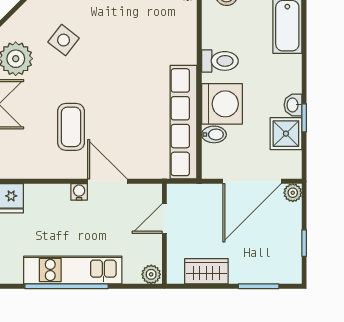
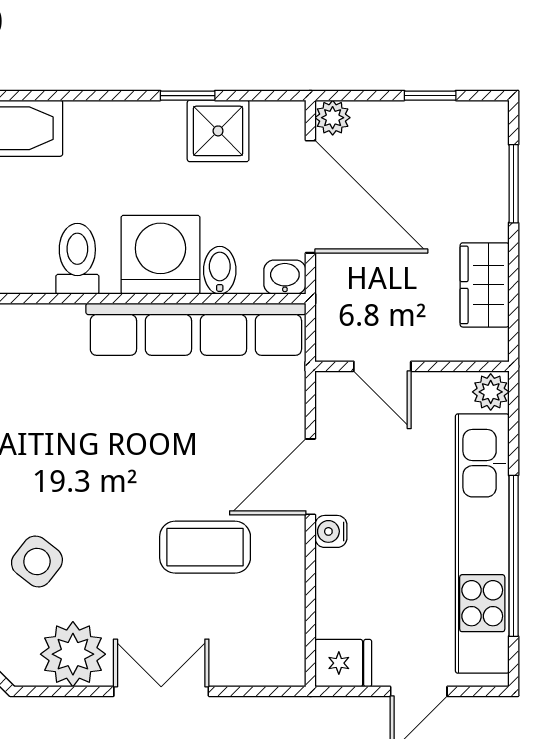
washbasin: (293, 105) -> (285, 277), moved, turned 180
kitchen unit: (73, 270) -> (482, 544), width x1.36

